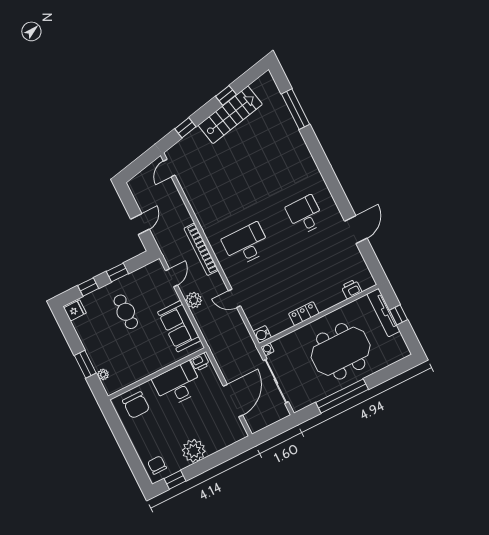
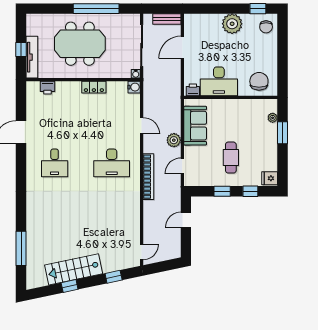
door: (233, 401) -> (182, 47), width x0.73
bench: (264, 422) -> (167, 19), added

